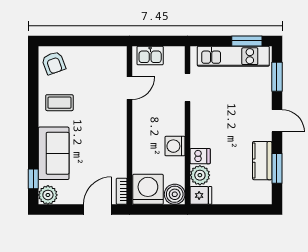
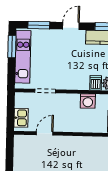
door: (130, 88) -> (45, 133), hinge flipped

